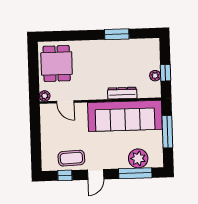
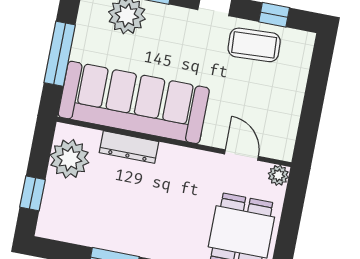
window: (165, 73) -> (33, 193), moved
plant: (155, 76) -> (69, 159), width x1.87, depth x1.87

